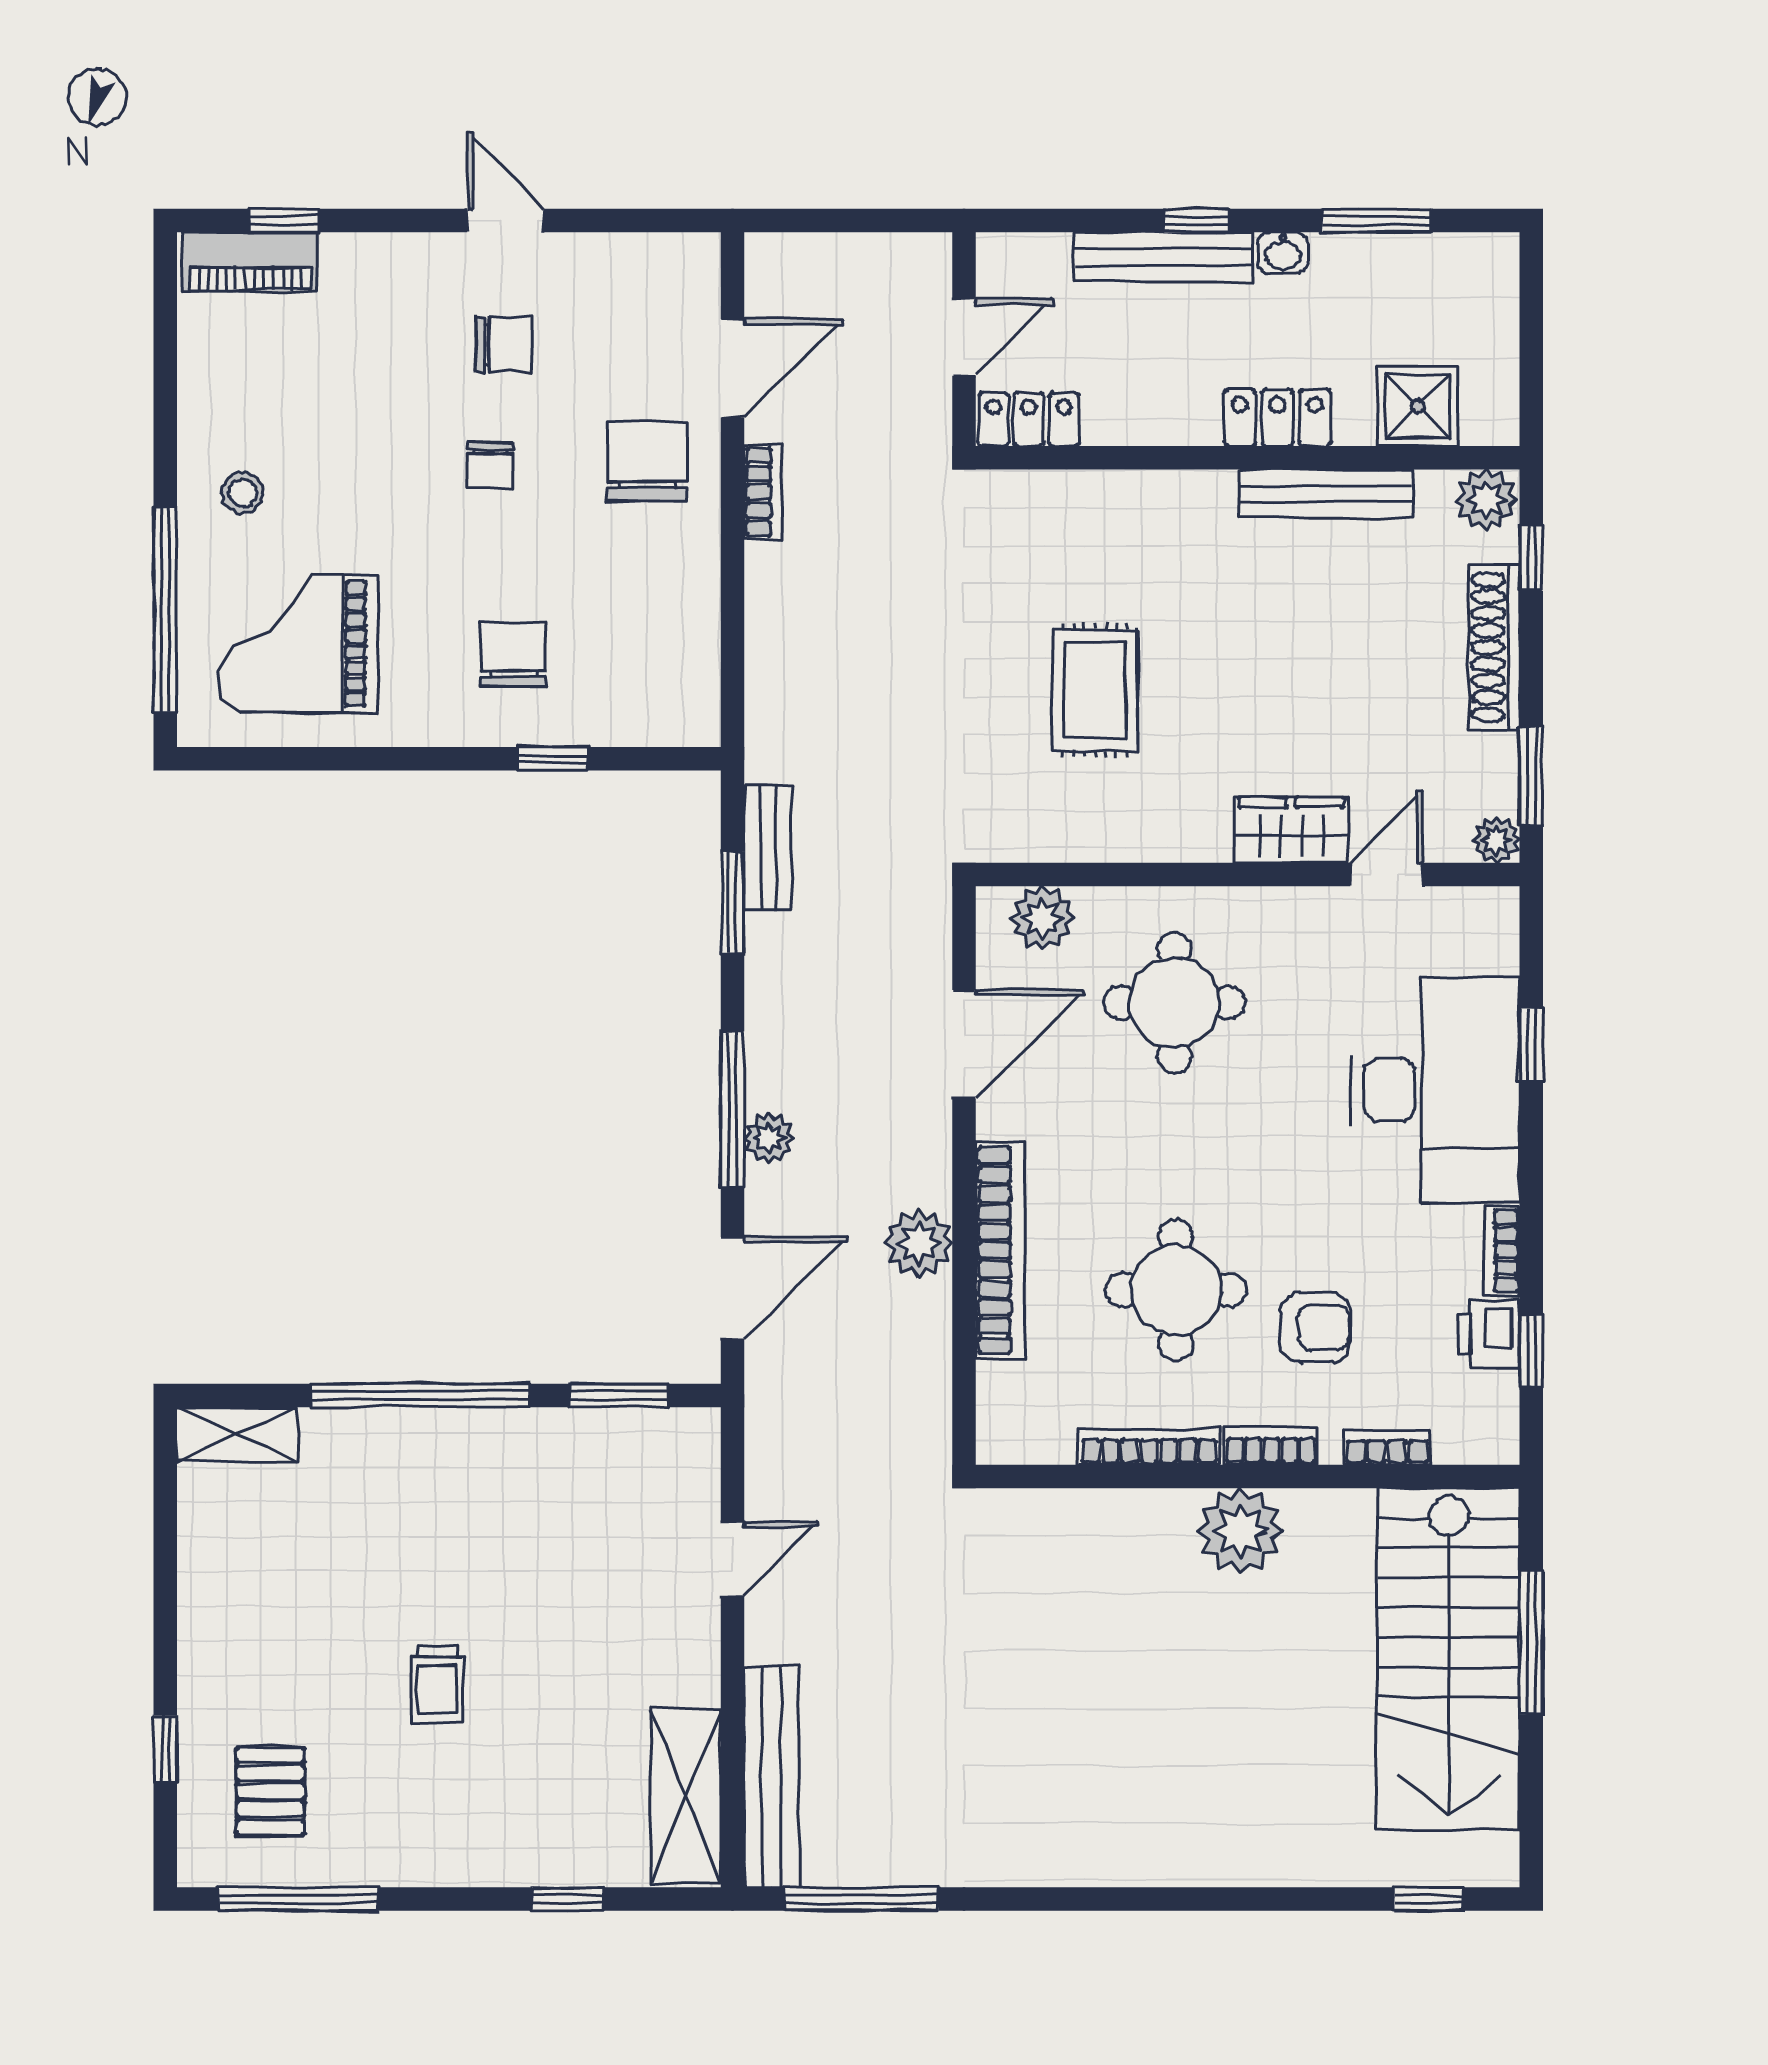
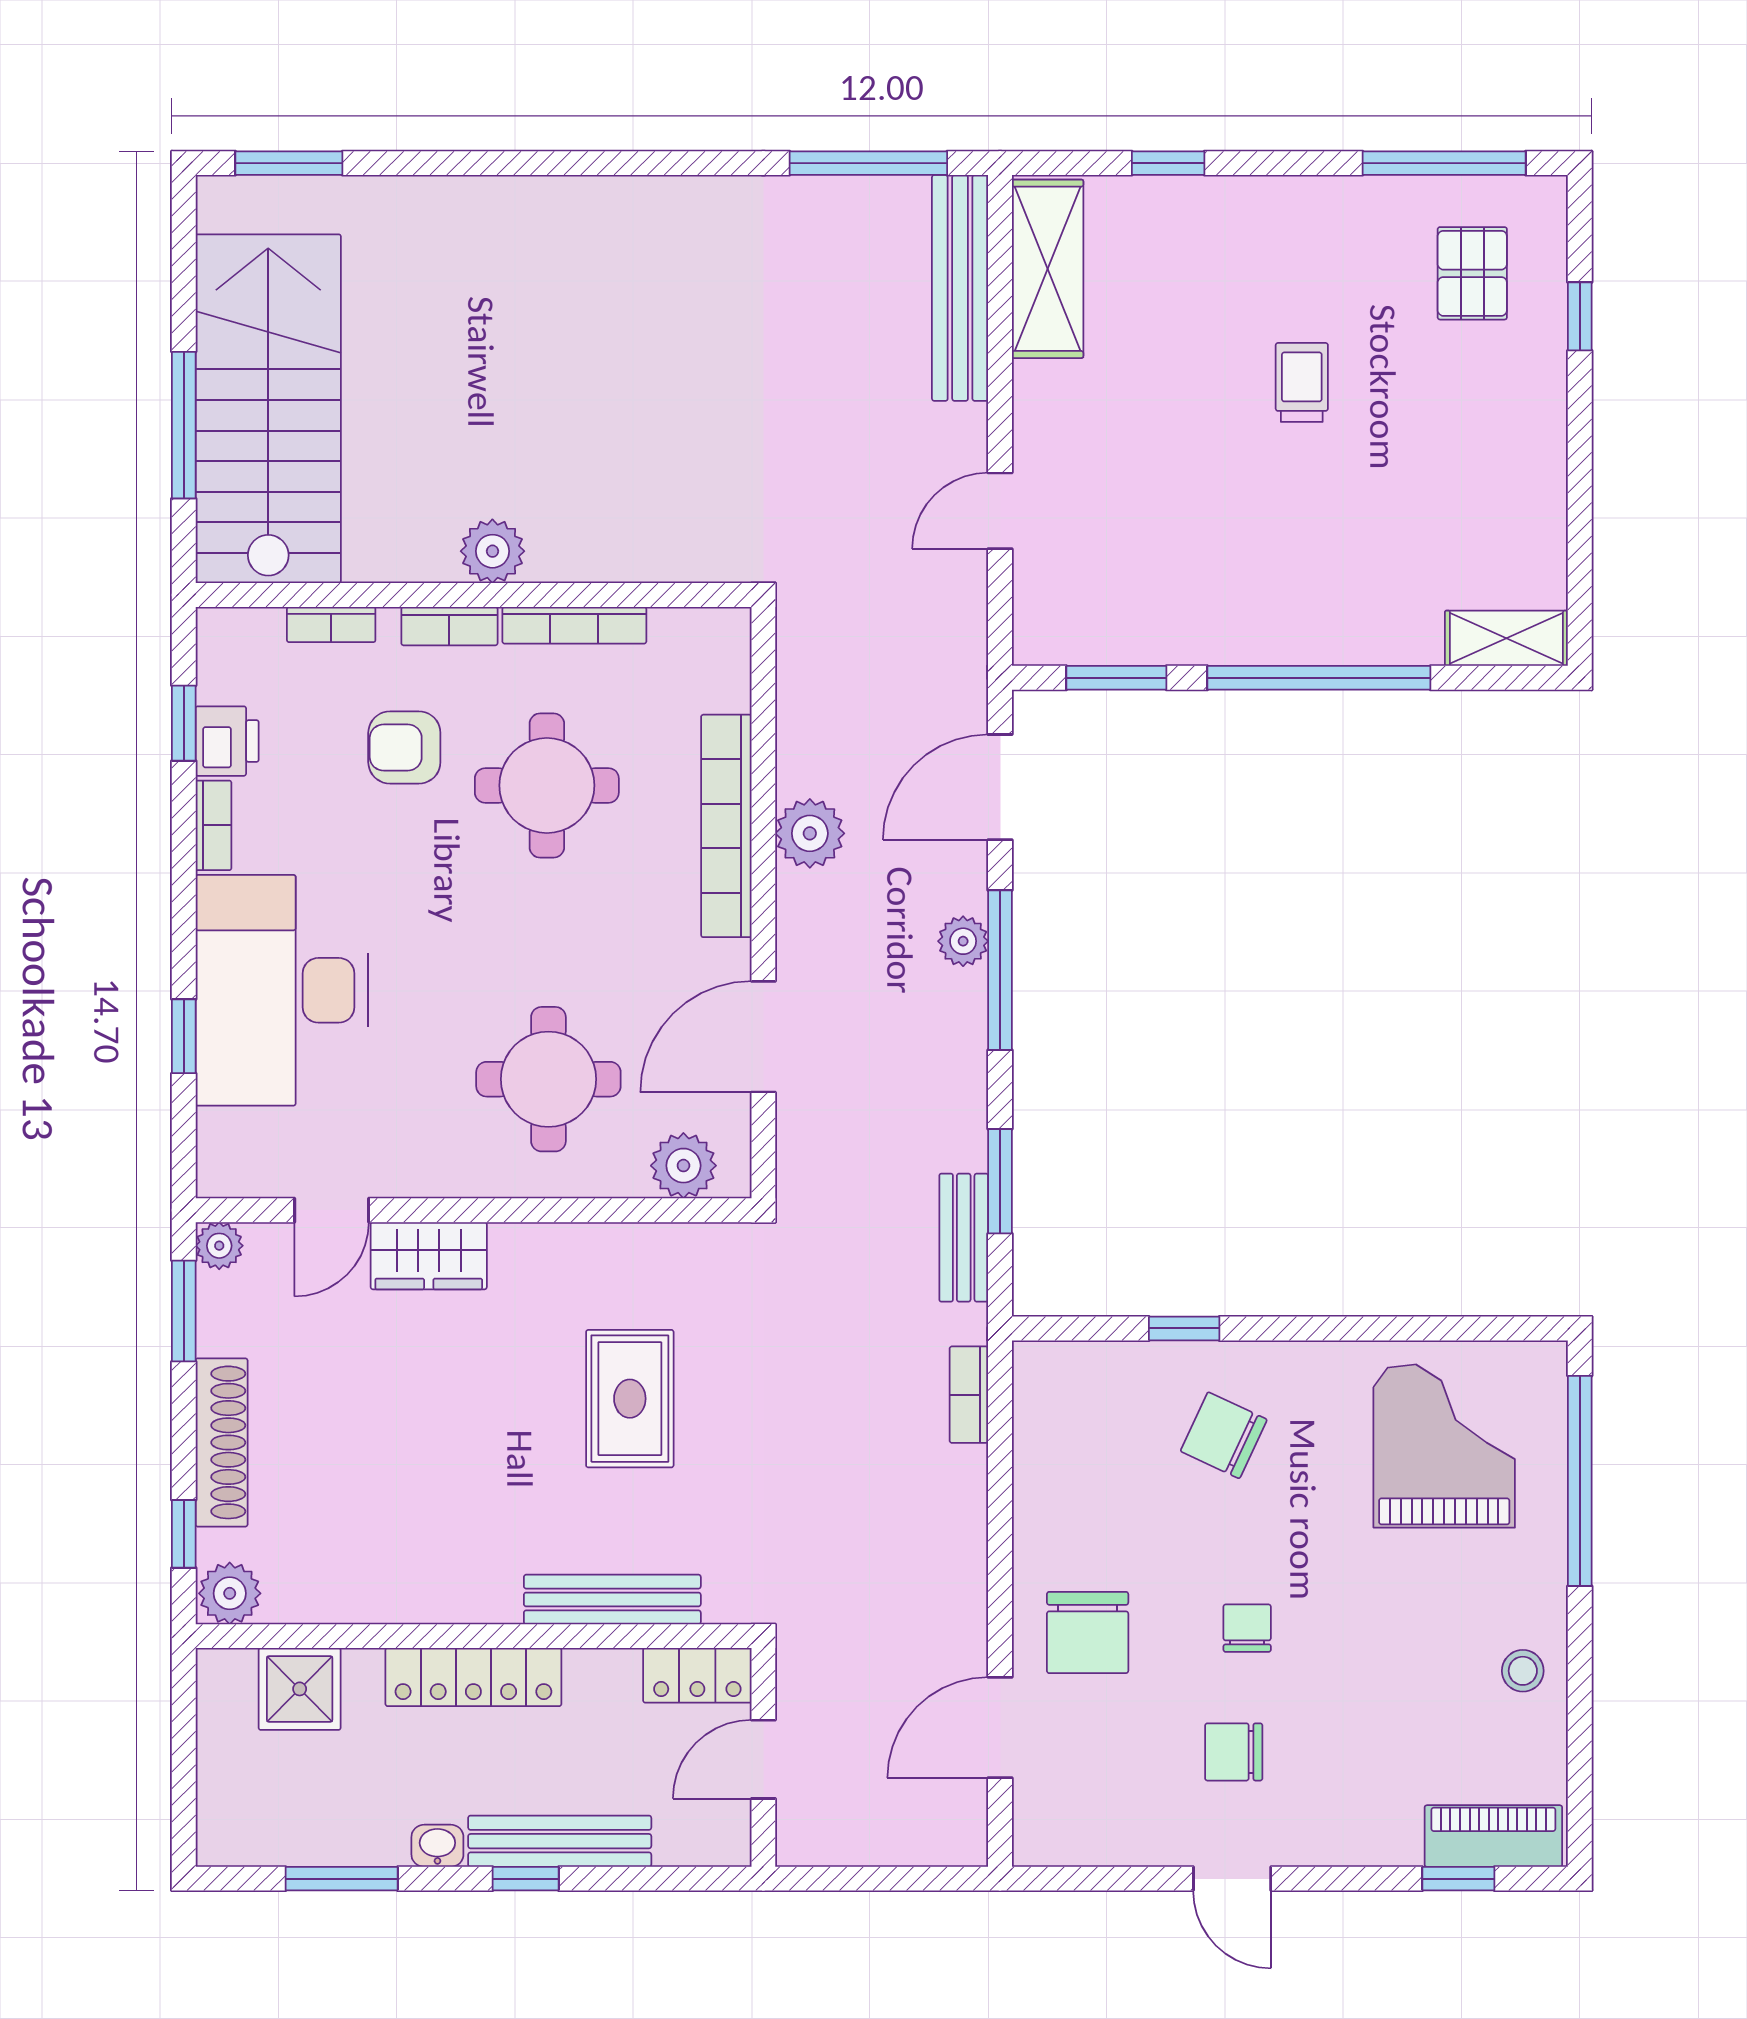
locker: (1277, 418) -> (473, 1677), width x1.53
bookcase: (763, 492) -> (969, 1395), moved
stool: (243, 493) -> (1523, 1671), moved
bench: (1326, 494) -> (612, 1599), moved
grand piano: (298, 644) -> (1444, 1446), turned -90
chair: (514, 654) -> (1224, 1435), turned 115
plant: (1240, 1531) -> (492, 551), width x0.73, depth x0.73
window: (1428, 1899) -> (289, 163), width x1.50

